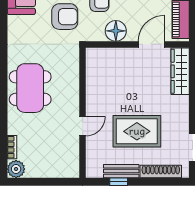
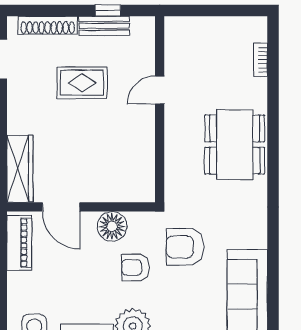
door: (151, 44) -> (61, 207), hinge flipped
rug: (137, 131) -> (82, 83), width x0.73, depth x0.70
plant: (16, 169) -> (255, 29), removed

